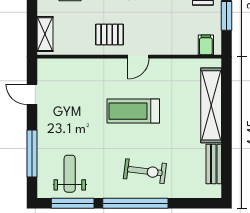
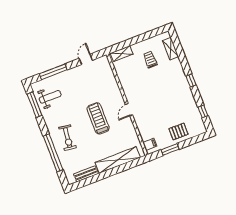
pallet: (110, 35) -> (135, 89), removed
door: (138, 57) -> (129, 110), hinge flipped
window: (135, 203) -> (53, 153), moved

